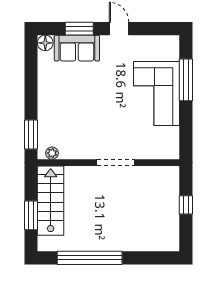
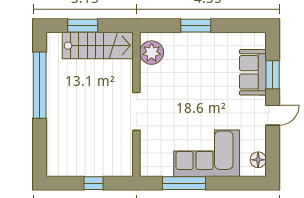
floor lamp: (45, 43) -> (258, 160), moved
window: (186, 80) -> (184, 183), moved
window: (31, 135) -> (196, 26), moved
plant: (52, 153) -> (152, 53), width x1.88, depth x1.88

